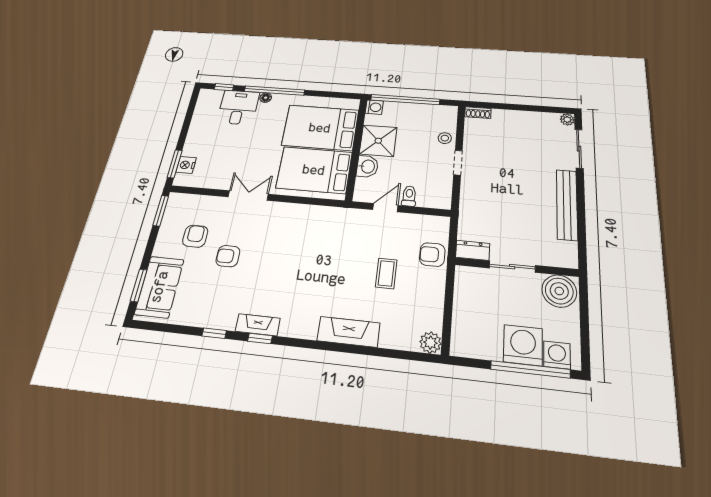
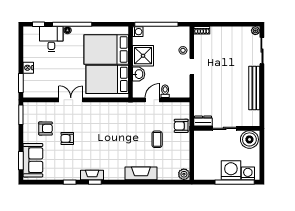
nightstand: (186, 165) -> (28, 68), moved
armchair: (195, 236) -> (46, 128), turned 90

